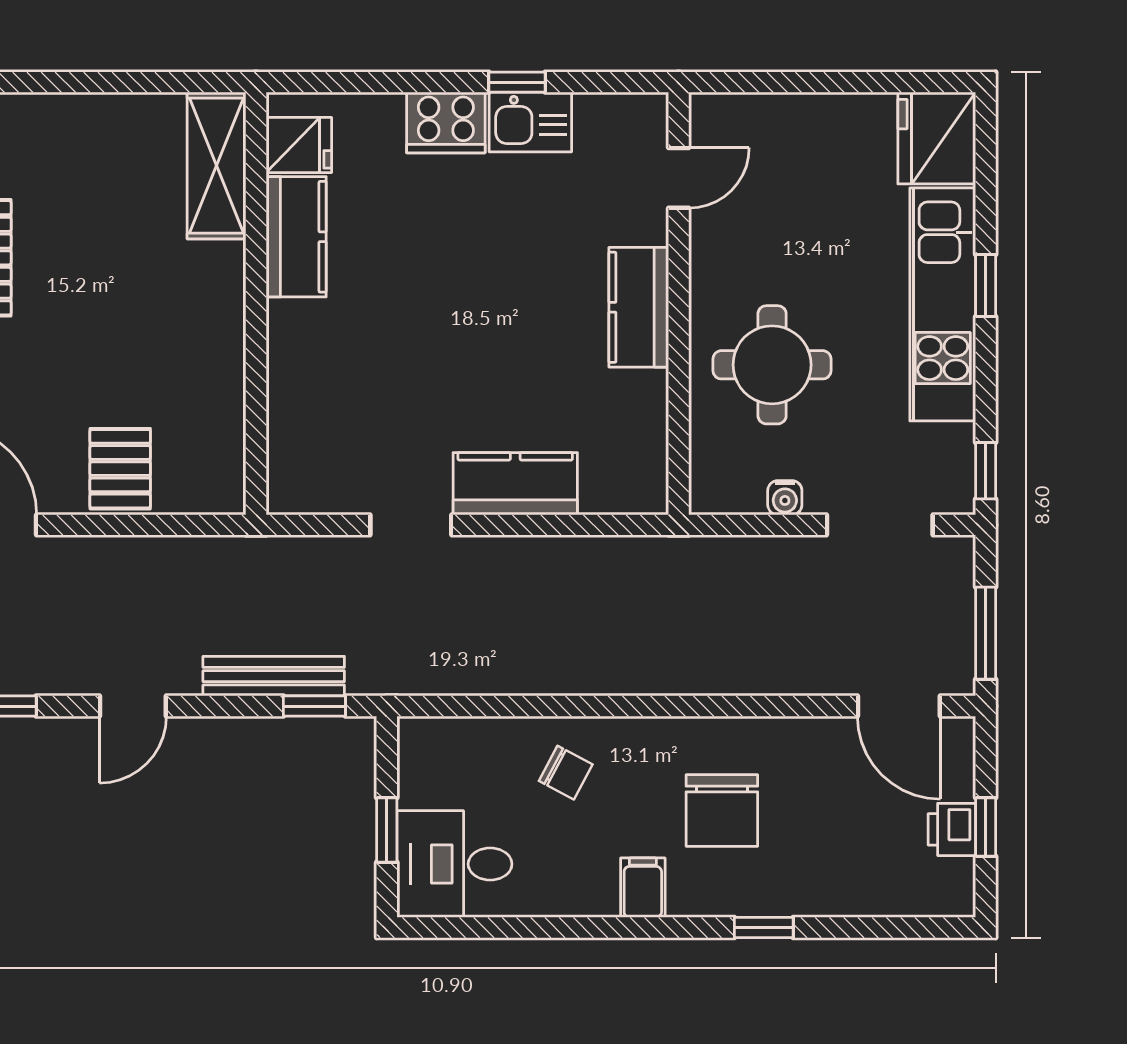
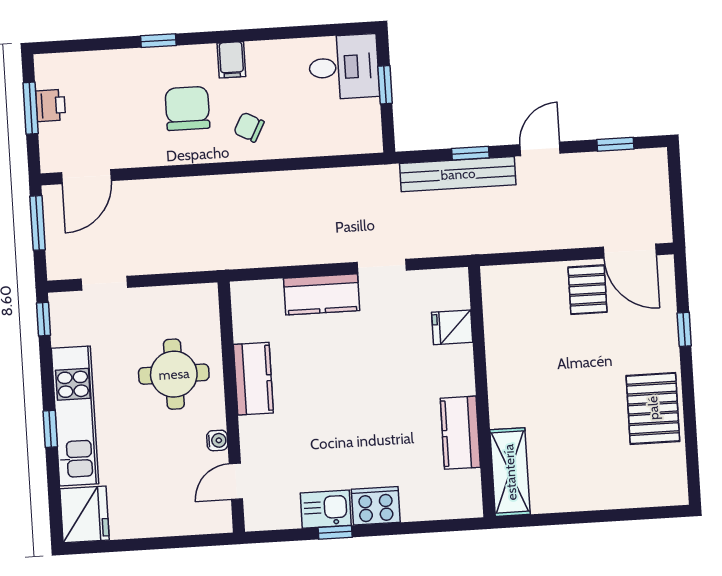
fridge: (299, 145) -> (452, 327), moved
kitchen counter: (639, 307) -> (253, 379), moved
pallet: (120, 469) -> (588, 290), moved
water cooler: (785, 498) -> (217, 440), moved, turned 90
doorway: (880, 525) -> (104, 283), width x0.73
bench: (274, 676) -> (458, 174), width x1.37, depth x1.21
window: (314, 706) -> (470, 153), moved
door: (899, 706) -> (86, 177), swing flipped
chair: (566, 773) -> (249, 127), moved
window: (986, 827) -> (31, 108), width x1.50

